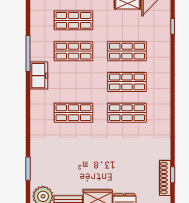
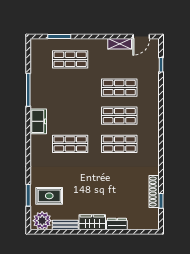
shop shelf: (73, 51) -> (70, 88), removed
freezer: (39, 76) -> (38, 121), moved
rug: (51, 169) -> (49, 196), added
shoe rack: (165, 178) -> (154, 192), moved

